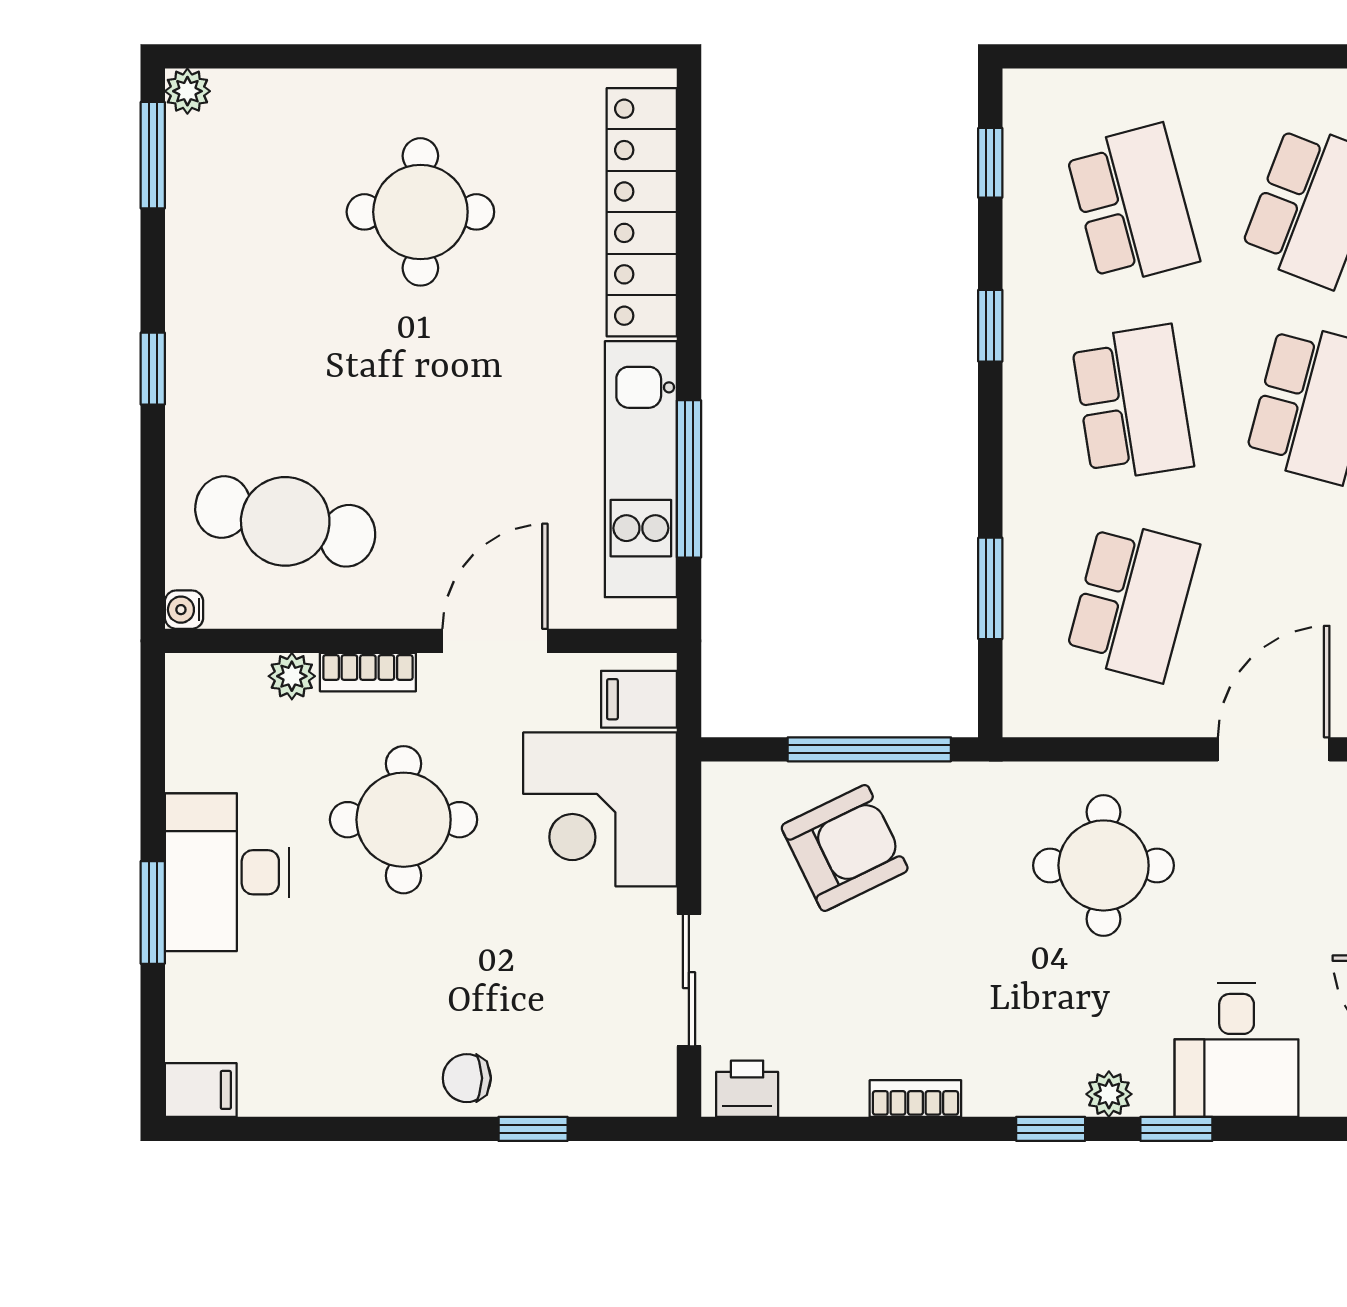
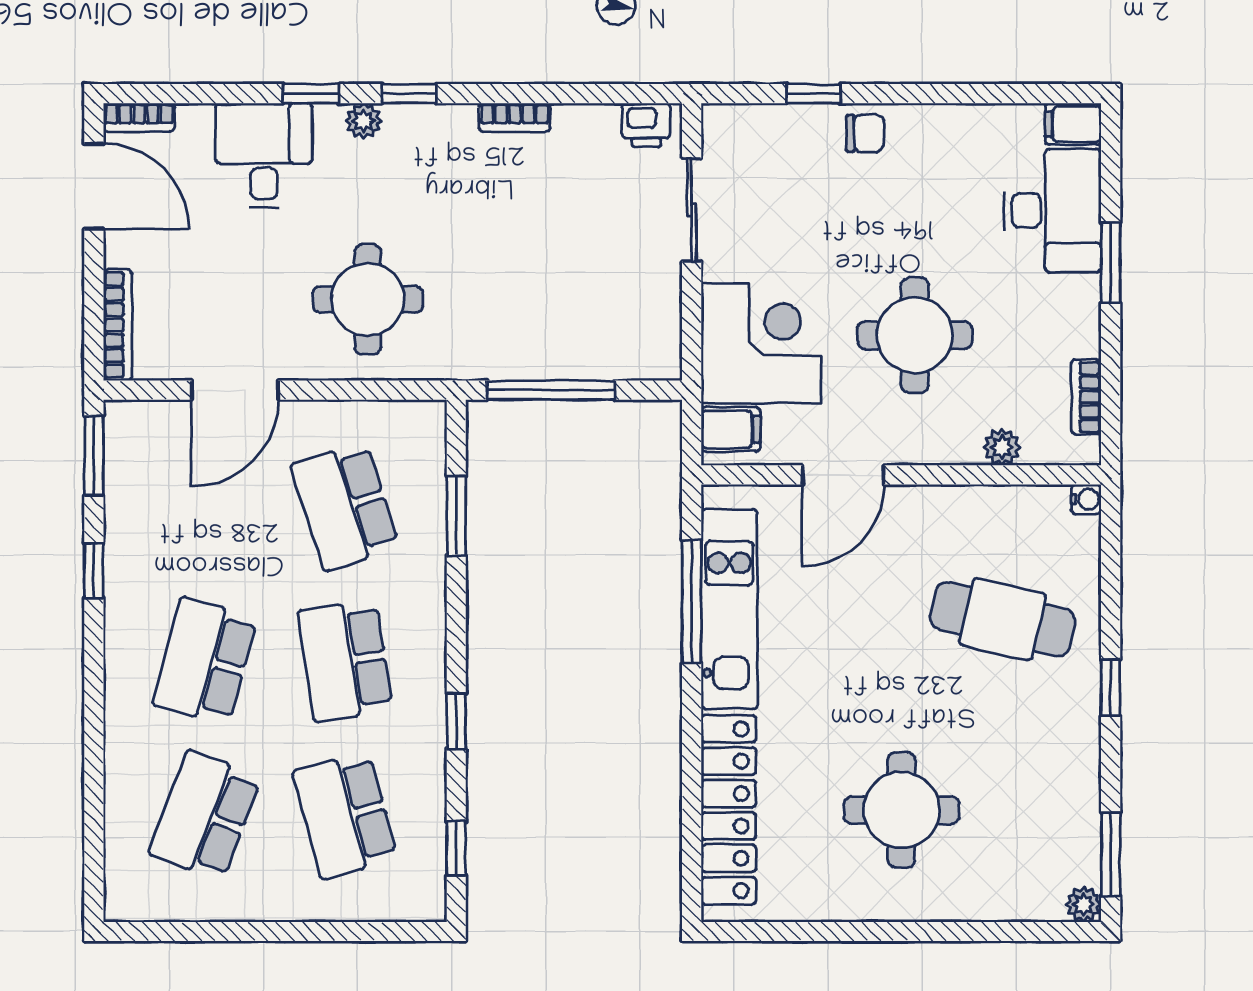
cafe table: (285, 521) -> (1003, 619), moved
school desk: (1132, 601) -> (345, 506), turned -33
bookcase: (368, 672) -> (1086, 397), moved, turned -90
armchair: (845, 848) -> (570, 313), removed
desk: (227, 872) -> (1053, 211), moved

